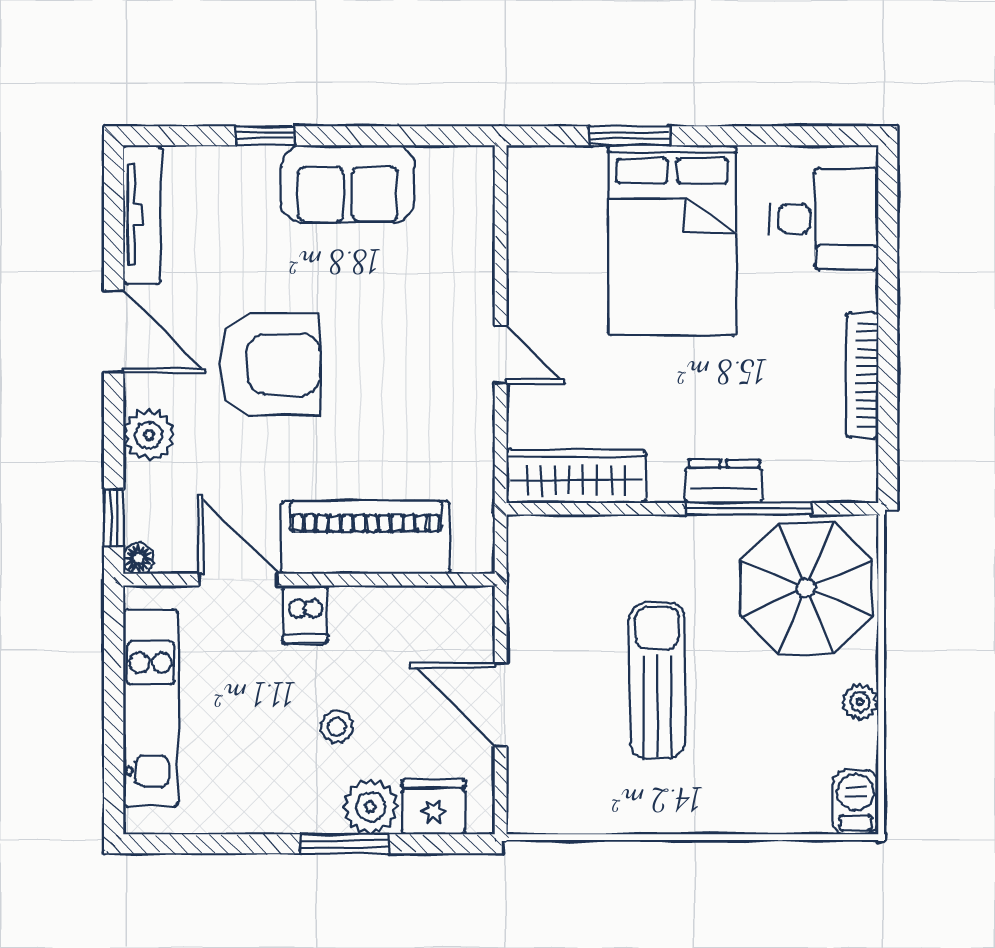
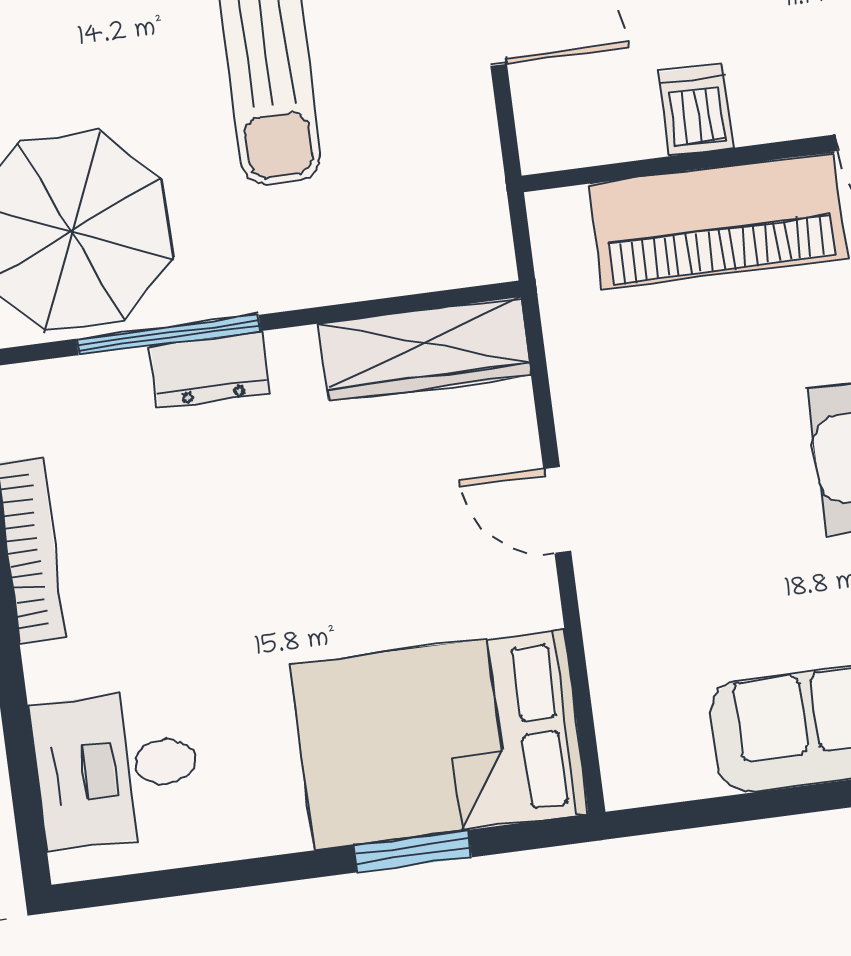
bed: (672, 240) -> (439, 739), moved, turned -90
dishwasher: (305, 614) -> (696, 110), moved

